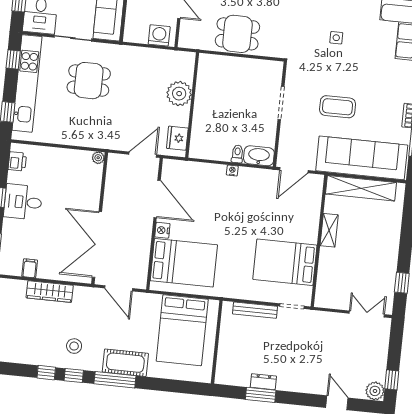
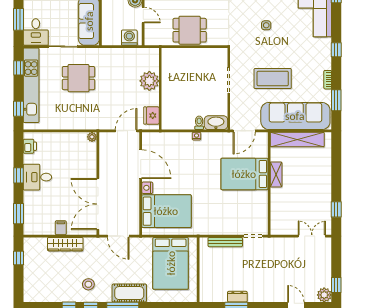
coffee table: (338, 107) -> (273, 79), width x1.36, depth x1.32
bed: (285, 262) -> (244, 174), moved
filing cabinet: (30, 268) -> (61, 228), moved

